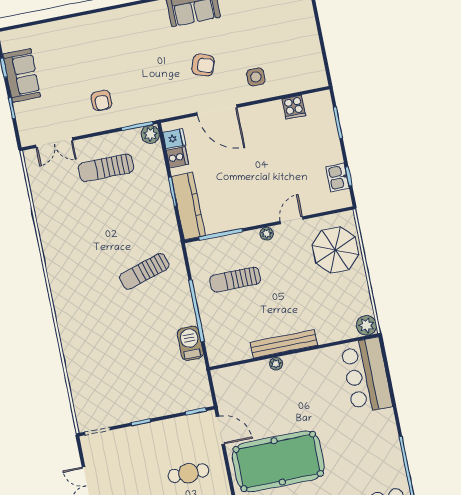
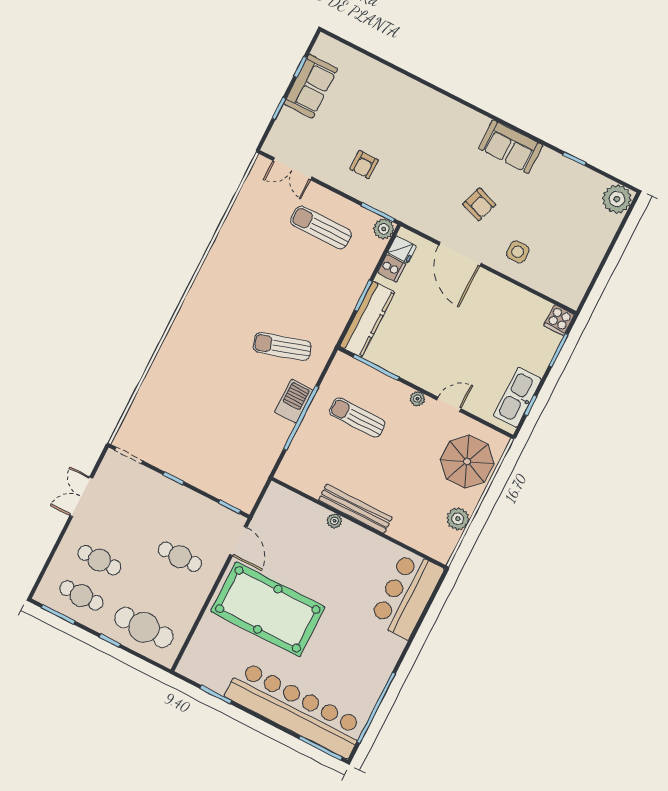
cooker: (294, 107) -> (559, 320), moved
kitchen sink: (337, 177) -> (517, 397), width x1.88, depth x1.24
plant: (366, 325) -> (458, 519), moved
barbecue: (190, 343) -> (294, 401), moved

